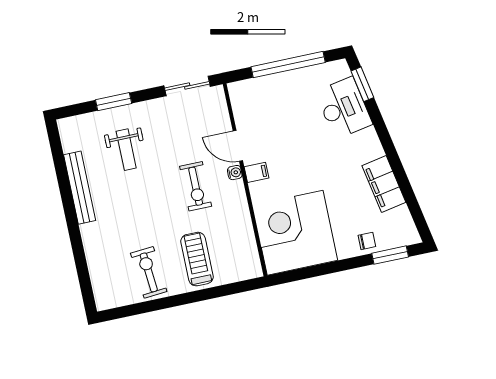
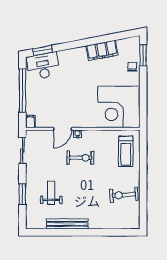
desk: (344, 108) -> (43, 66), moved
weight bench: (126, 150) -> (51, 193), turned -90
filing cabinet: (256, 172) -> (30, 121), moved
treadmill: (197, 259) -> (126, 151), moved, turned -90

